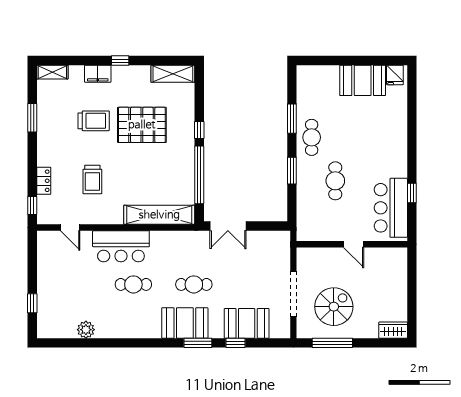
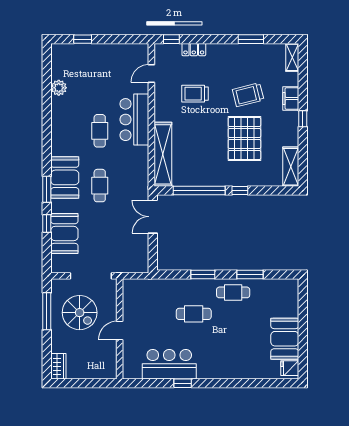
trolley: (94, 121) -> (248, 95), turned 76
wall: (352, 244) -> (120, 329), moved
door: (354, 244) -> (120, 331), moved

